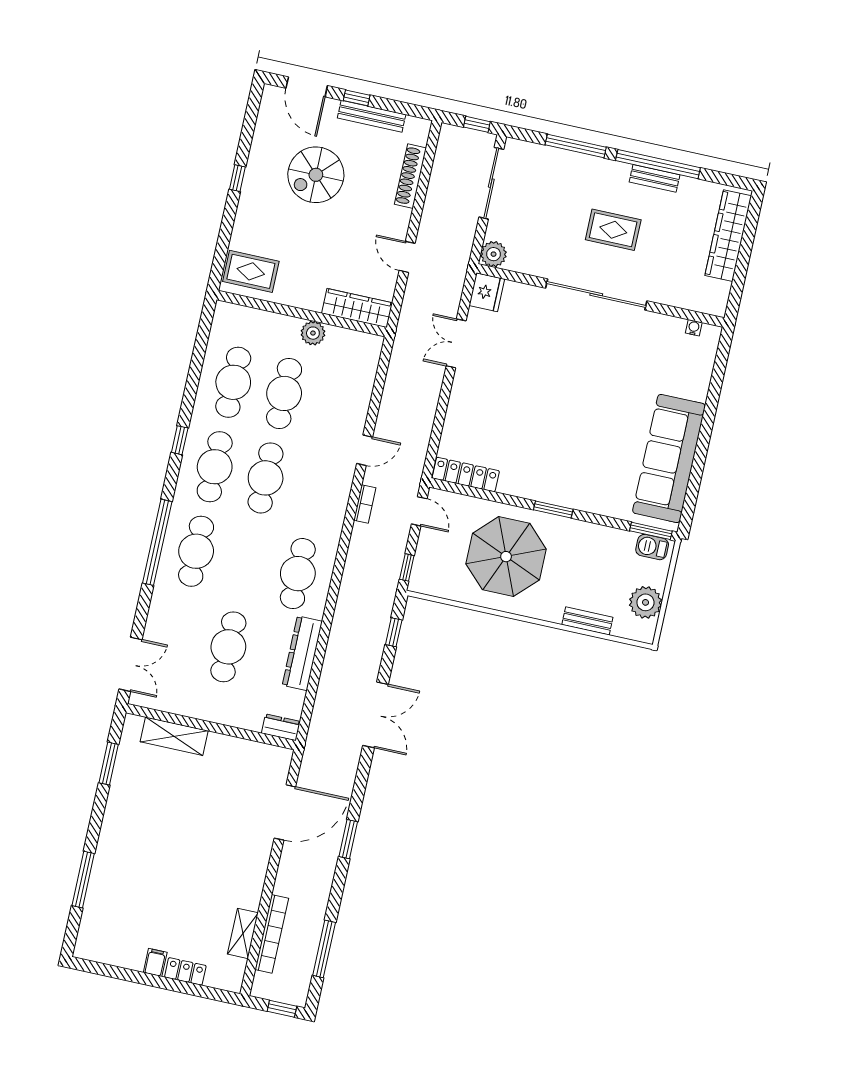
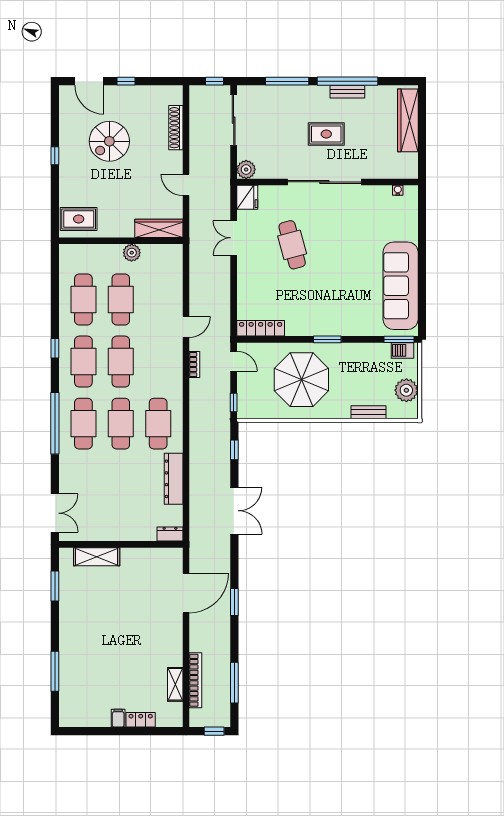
bench: (372, 116) -> (139, 92), removed
cafe table: (534, 370) -> (292, 245), added
cafe table: (228, 647) -> (121, 424), moved

